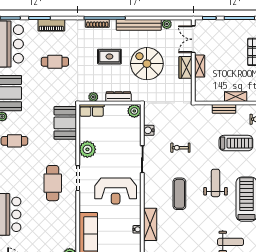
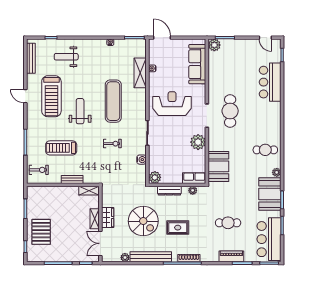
double door: (193, 39) -> (100, 243), swing flipped
shelving: (236, 97) -> (89, 191), moved
weight bench: (216, 183) -> (80, 111), turned 180
exercise mat: (179, 194) -> (113, 101), width x1.36, depth x1.45

